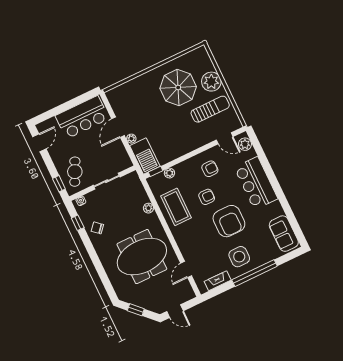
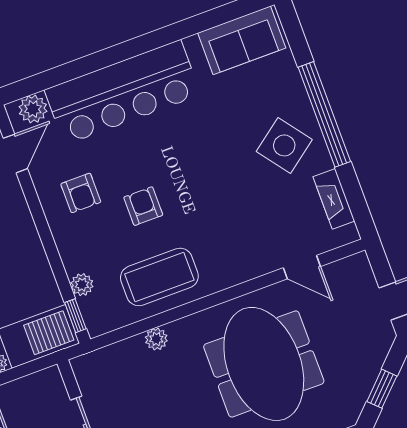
armchair: (210, 169) -> (81, 193), turned 180
bar counter: (256, 183) -> (123, 92), width x1.36
armchair: (229, 221) -> (202, 161), removed
side table: (239, 257) -> (284, 145), turned -37

